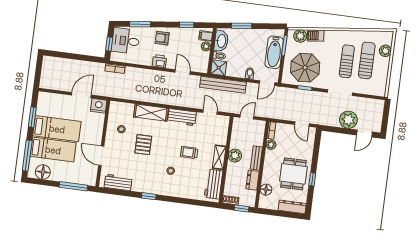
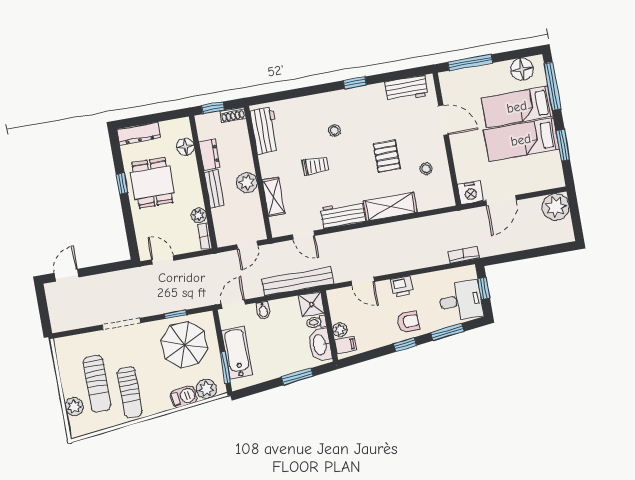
window: (187, 25) -> (405, 345), moved
sun lounger: (347, 61) -> (130, 392), moved
plant: (348, 120) -> (556, 207), moved
shelving: (219, 157) -> (273, 197), moved

